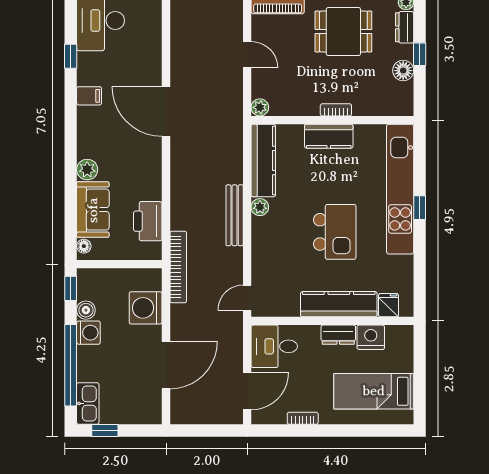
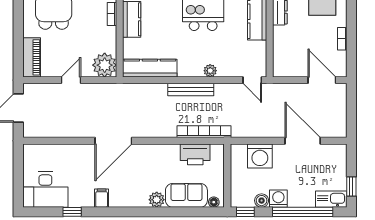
plant: (260, 107) -> (105, 65), width x1.88, depth x1.88
plant: (260, 207) -> (210, 71), moved
bookcase: (178, 267) -> (204, 132), moved
desk: (274, 346) -> (289, 60), removed

